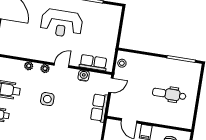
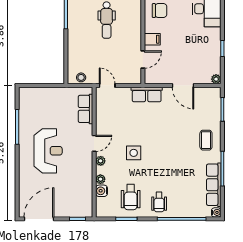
door: (61, 65) -> (94, 143), swing flipped
water cooler: (84, 76) -> (102, 191), moved
row of seats: (99, 108) -> (147, 94), moved

